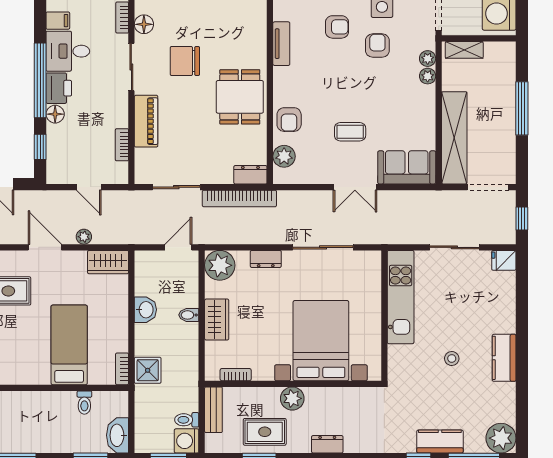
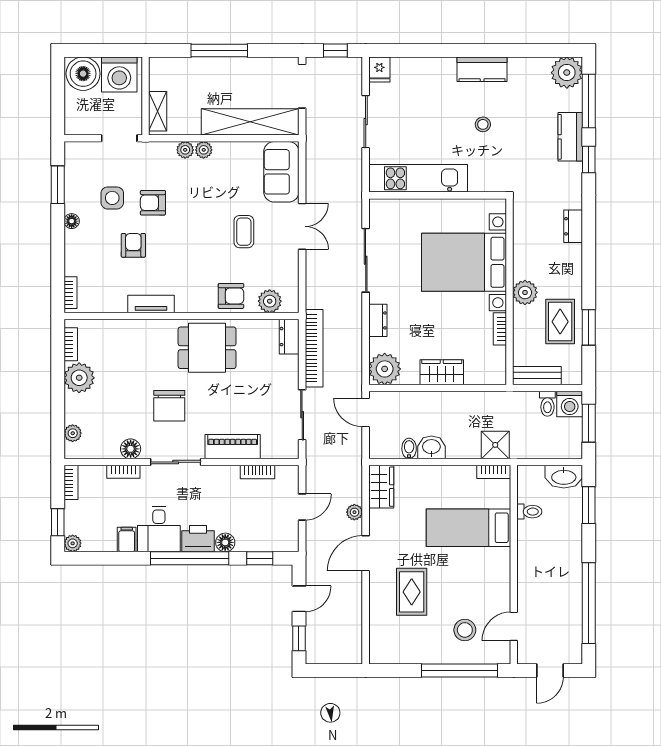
plant: (428, 59) -> (204, 150), moved
bidet: (189, 315) -> (409, 448), moved, turned 180
bookcase: (236, 375) -> (500, 329), moved
dresser: (327, 444) -> (573, 226), moved

